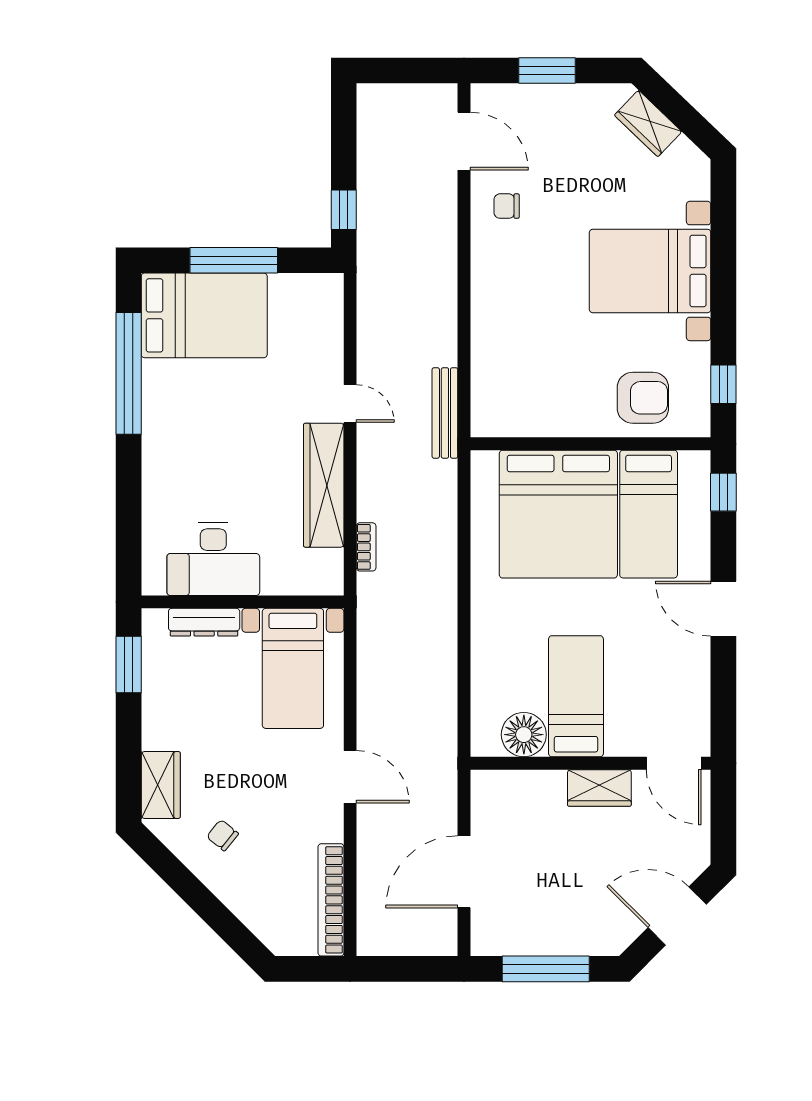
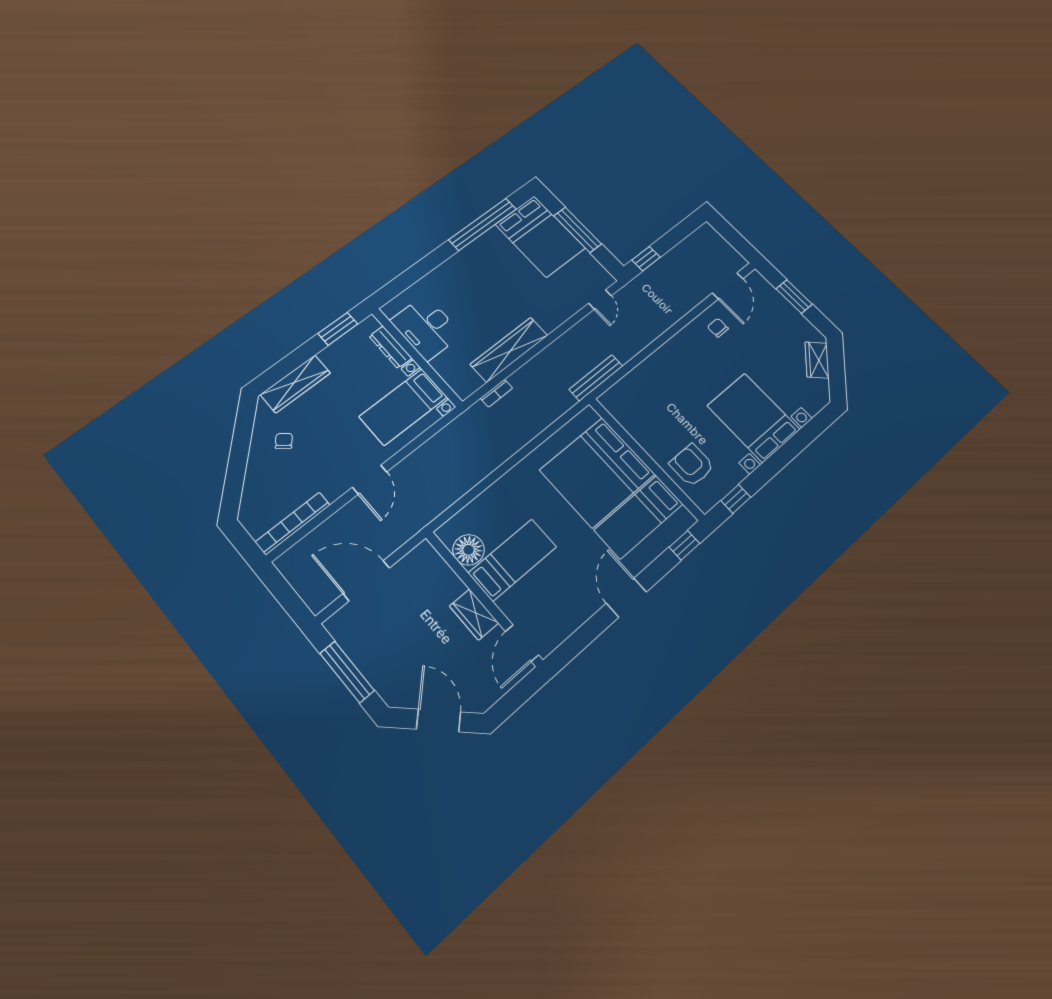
armchair: (643, 398) -> (692, 465), turned 180
door: (350, 404) -> (600, 300), moved
wardrobe: (161, 785) -> (295, 384), width x1.50

